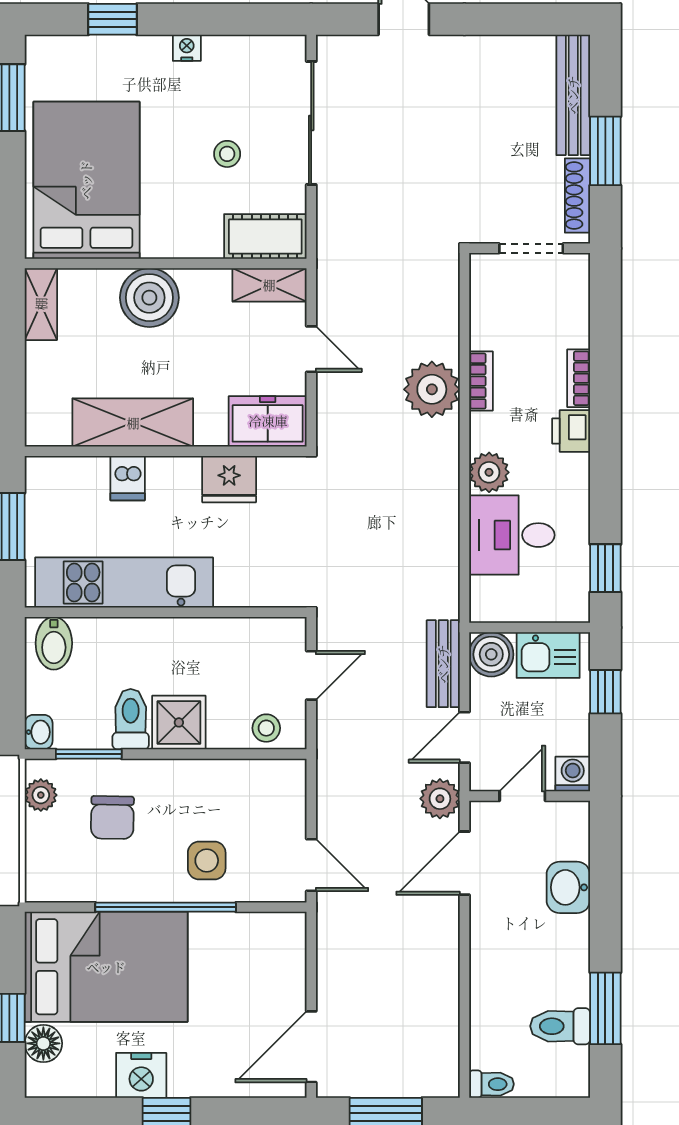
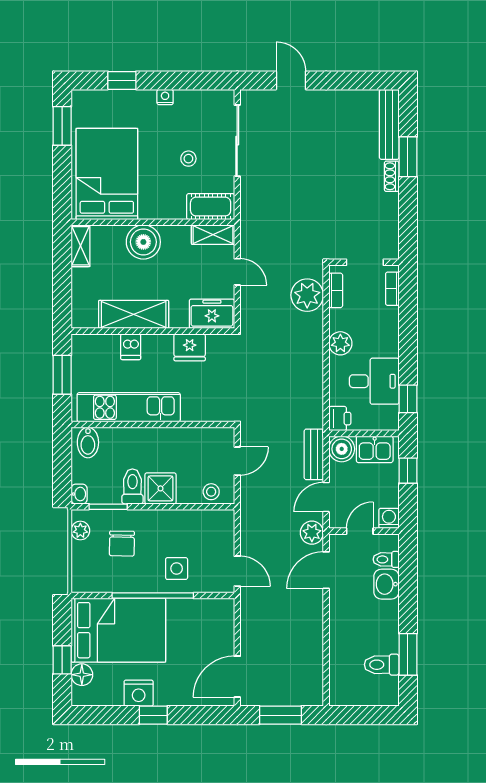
shoe rack: (577, 195) -> (392, 176), width x0.70
wall: (530, 248) -> (364, 262), moved
doorway: (531, 248) -> (365, 262), moved
printer: (571, 431) -> (340, 419), moved, turned 180
desk: (512, 535) -> (374, 381), moved, turned 180
toilet: (491, 1084) -> (386, 559), moved, turned 180

